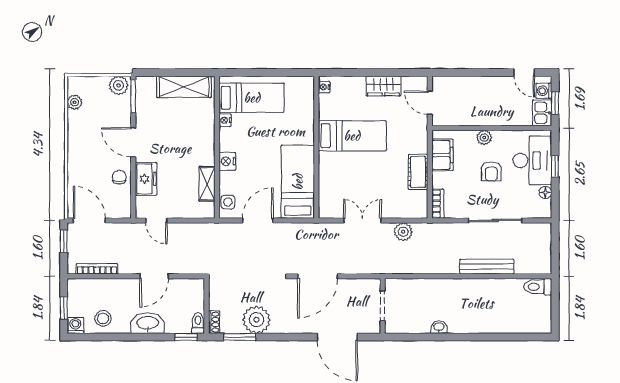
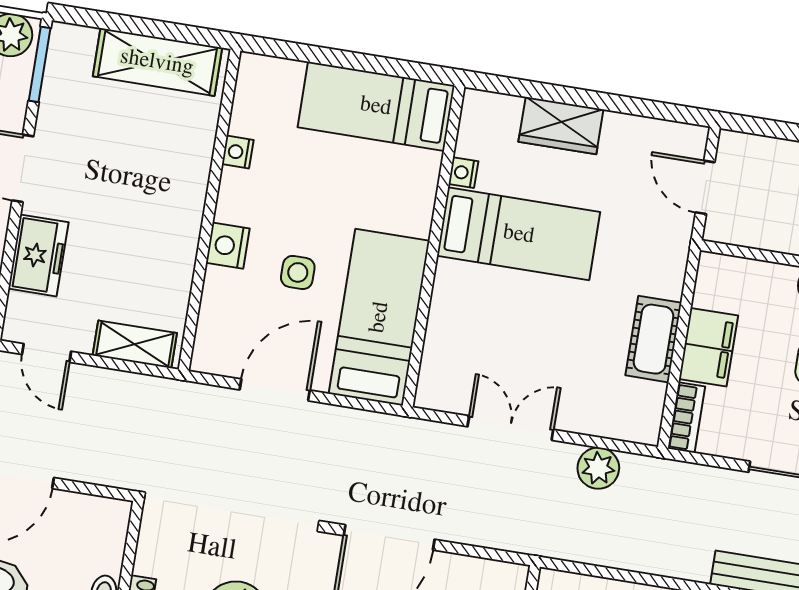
wardrobe: (383, 86) -> (561, 126), moved
nightstand: (324, 87) -> (463, 173), moved
bed: (252, 98) -> (376, 106), moved, turned 180
filing cabinet: (442, 155) -> (708, 347), moved
shelving: (207, 184) -> (135, 344), moved, turned 90
side table: (228, 202) -> (298, 272), moved

